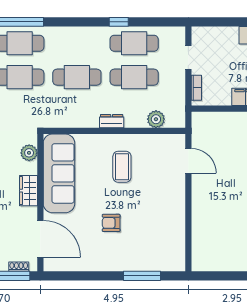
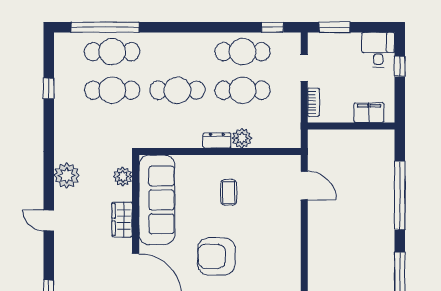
window: (119, 22) -> (272, 27), moved
window: (215, 22) -> (334, 27), added
plant: (156, 119) -> (242, 138), moved
coffee table: (122, 167) -> (229, 192), width x0.73, depth x0.77
armchair: (111, 223) -> (216, 256), width x1.88, depth x1.88

